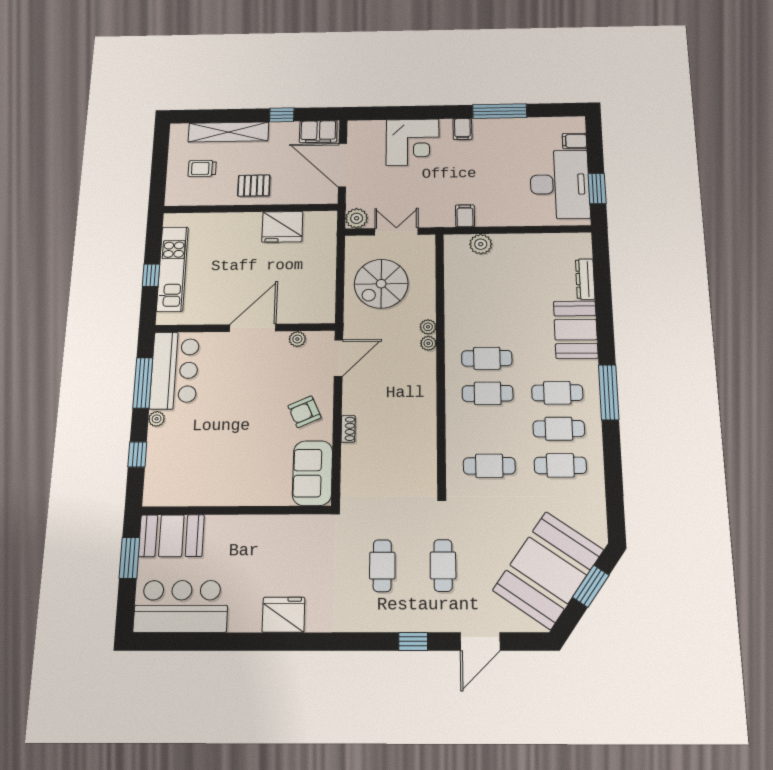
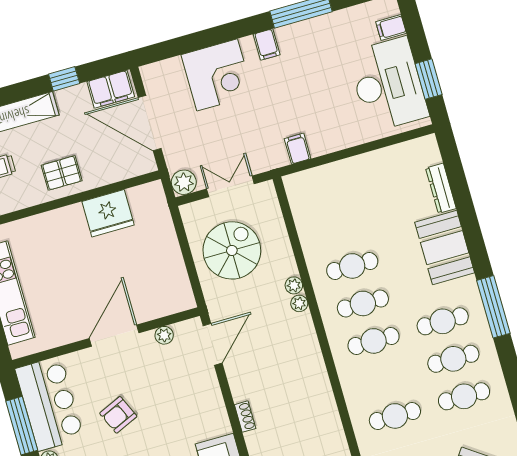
plant: (481, 244) -> (323, 177), removed
spiral stairs: (381, 284) -> (232, 250), turned 180
cafe table: (486, 324) -> (352, 266), added
armchair: (304, 412) -> (118, 415), moved

